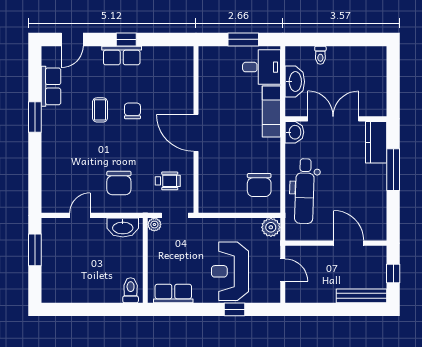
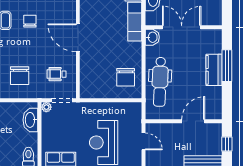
kitchen counter: (376, 142) -> (214, 70), moved
wheelchair: (168, 181) -> (57, 74), turned 180
washbasin: (123, 227) -> (30, 120), moved, turned 90
plant: (271, 227) -> (134, 109), removed
door: (349, 243) -> (193, 121), hinge flipped

